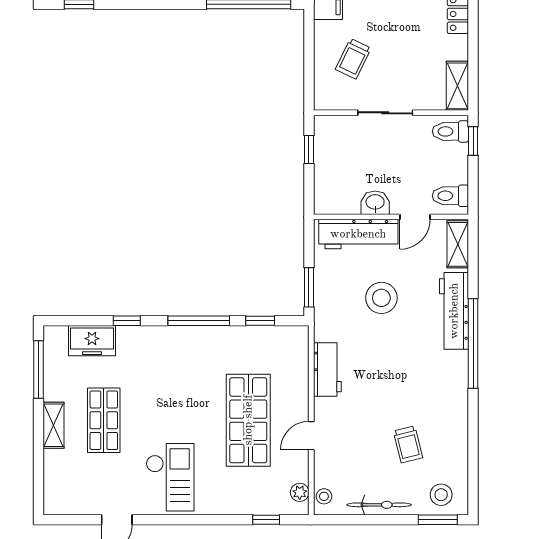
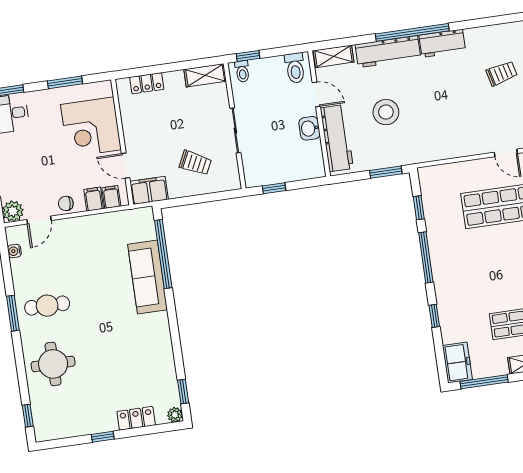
toilet: (450, 131) -> (242, 71), width x0.73, depth x0.72
freezer: (92, 341) -> (457, 362), moved
workbench: (327, 369) -> (442, 43), moved, turned 180

